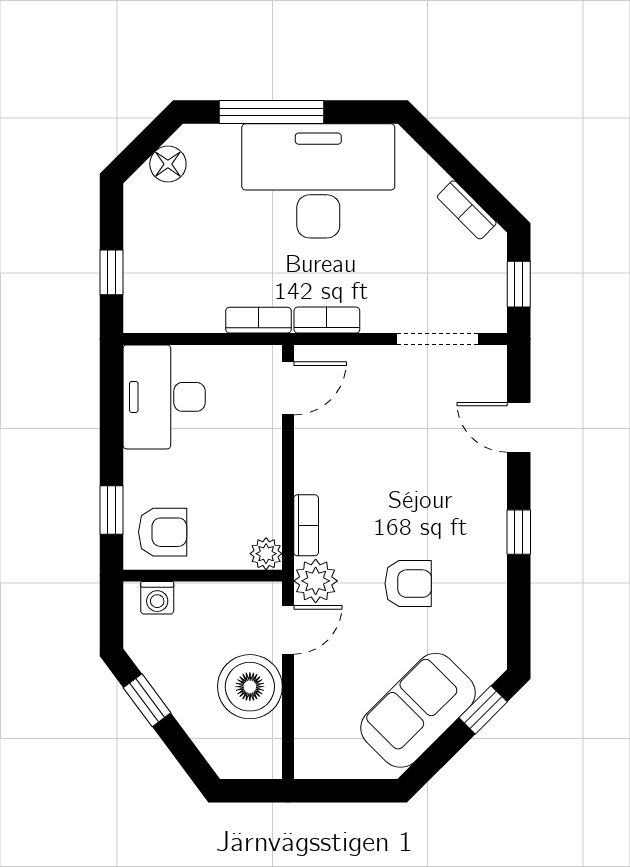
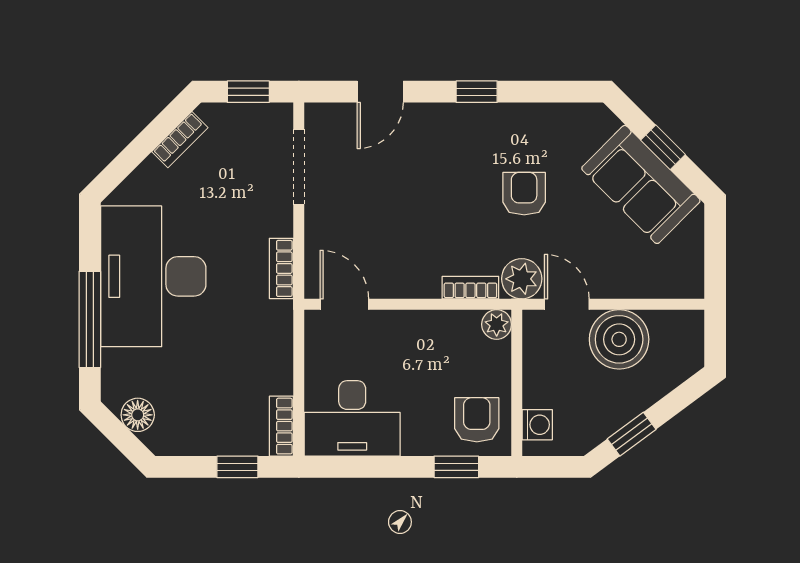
bookcase: (259, 320) -> (281, 426), moved
window: (483, 710) -> (663, 147), moved

